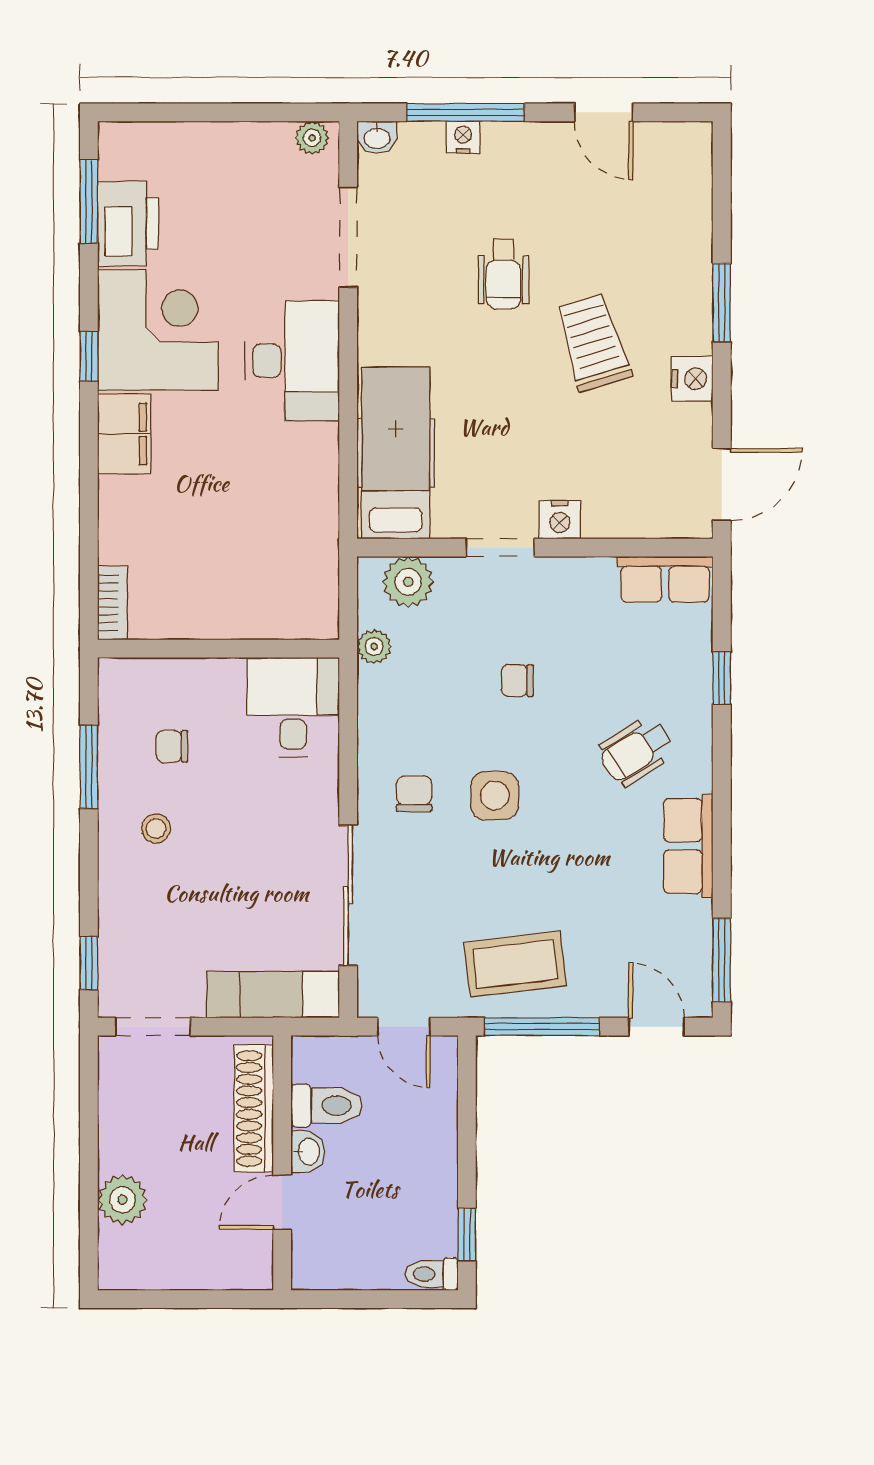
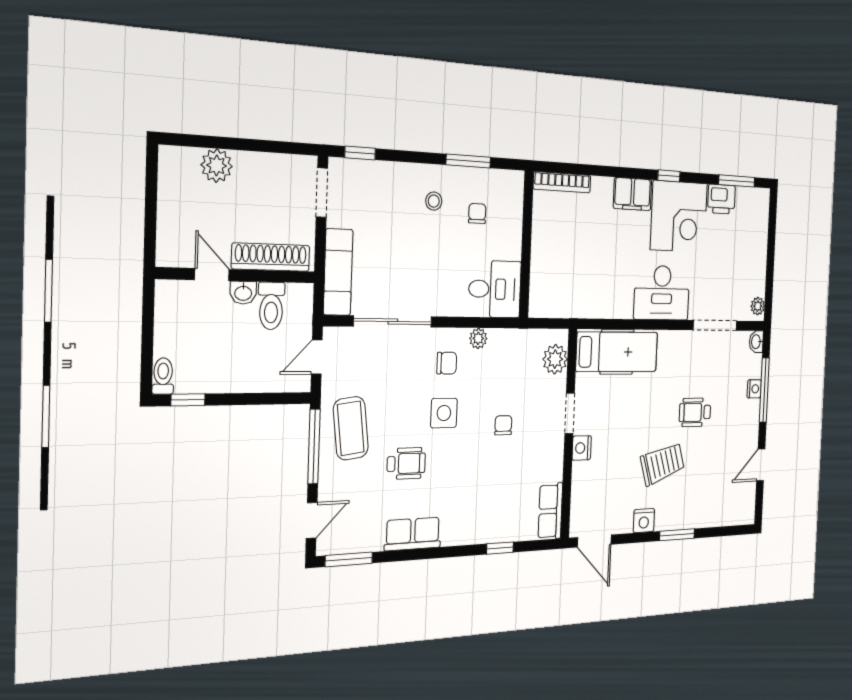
printer: (128, 224) -> (721, 199), width x0.73, depth x0.84
bookcase: (112, 603) -> (562, 182), width x1.56
plant: (374, 647) -> (478, 338), moved
wheelchair: (636, 751) -> (406, 463), moved, turned 122

